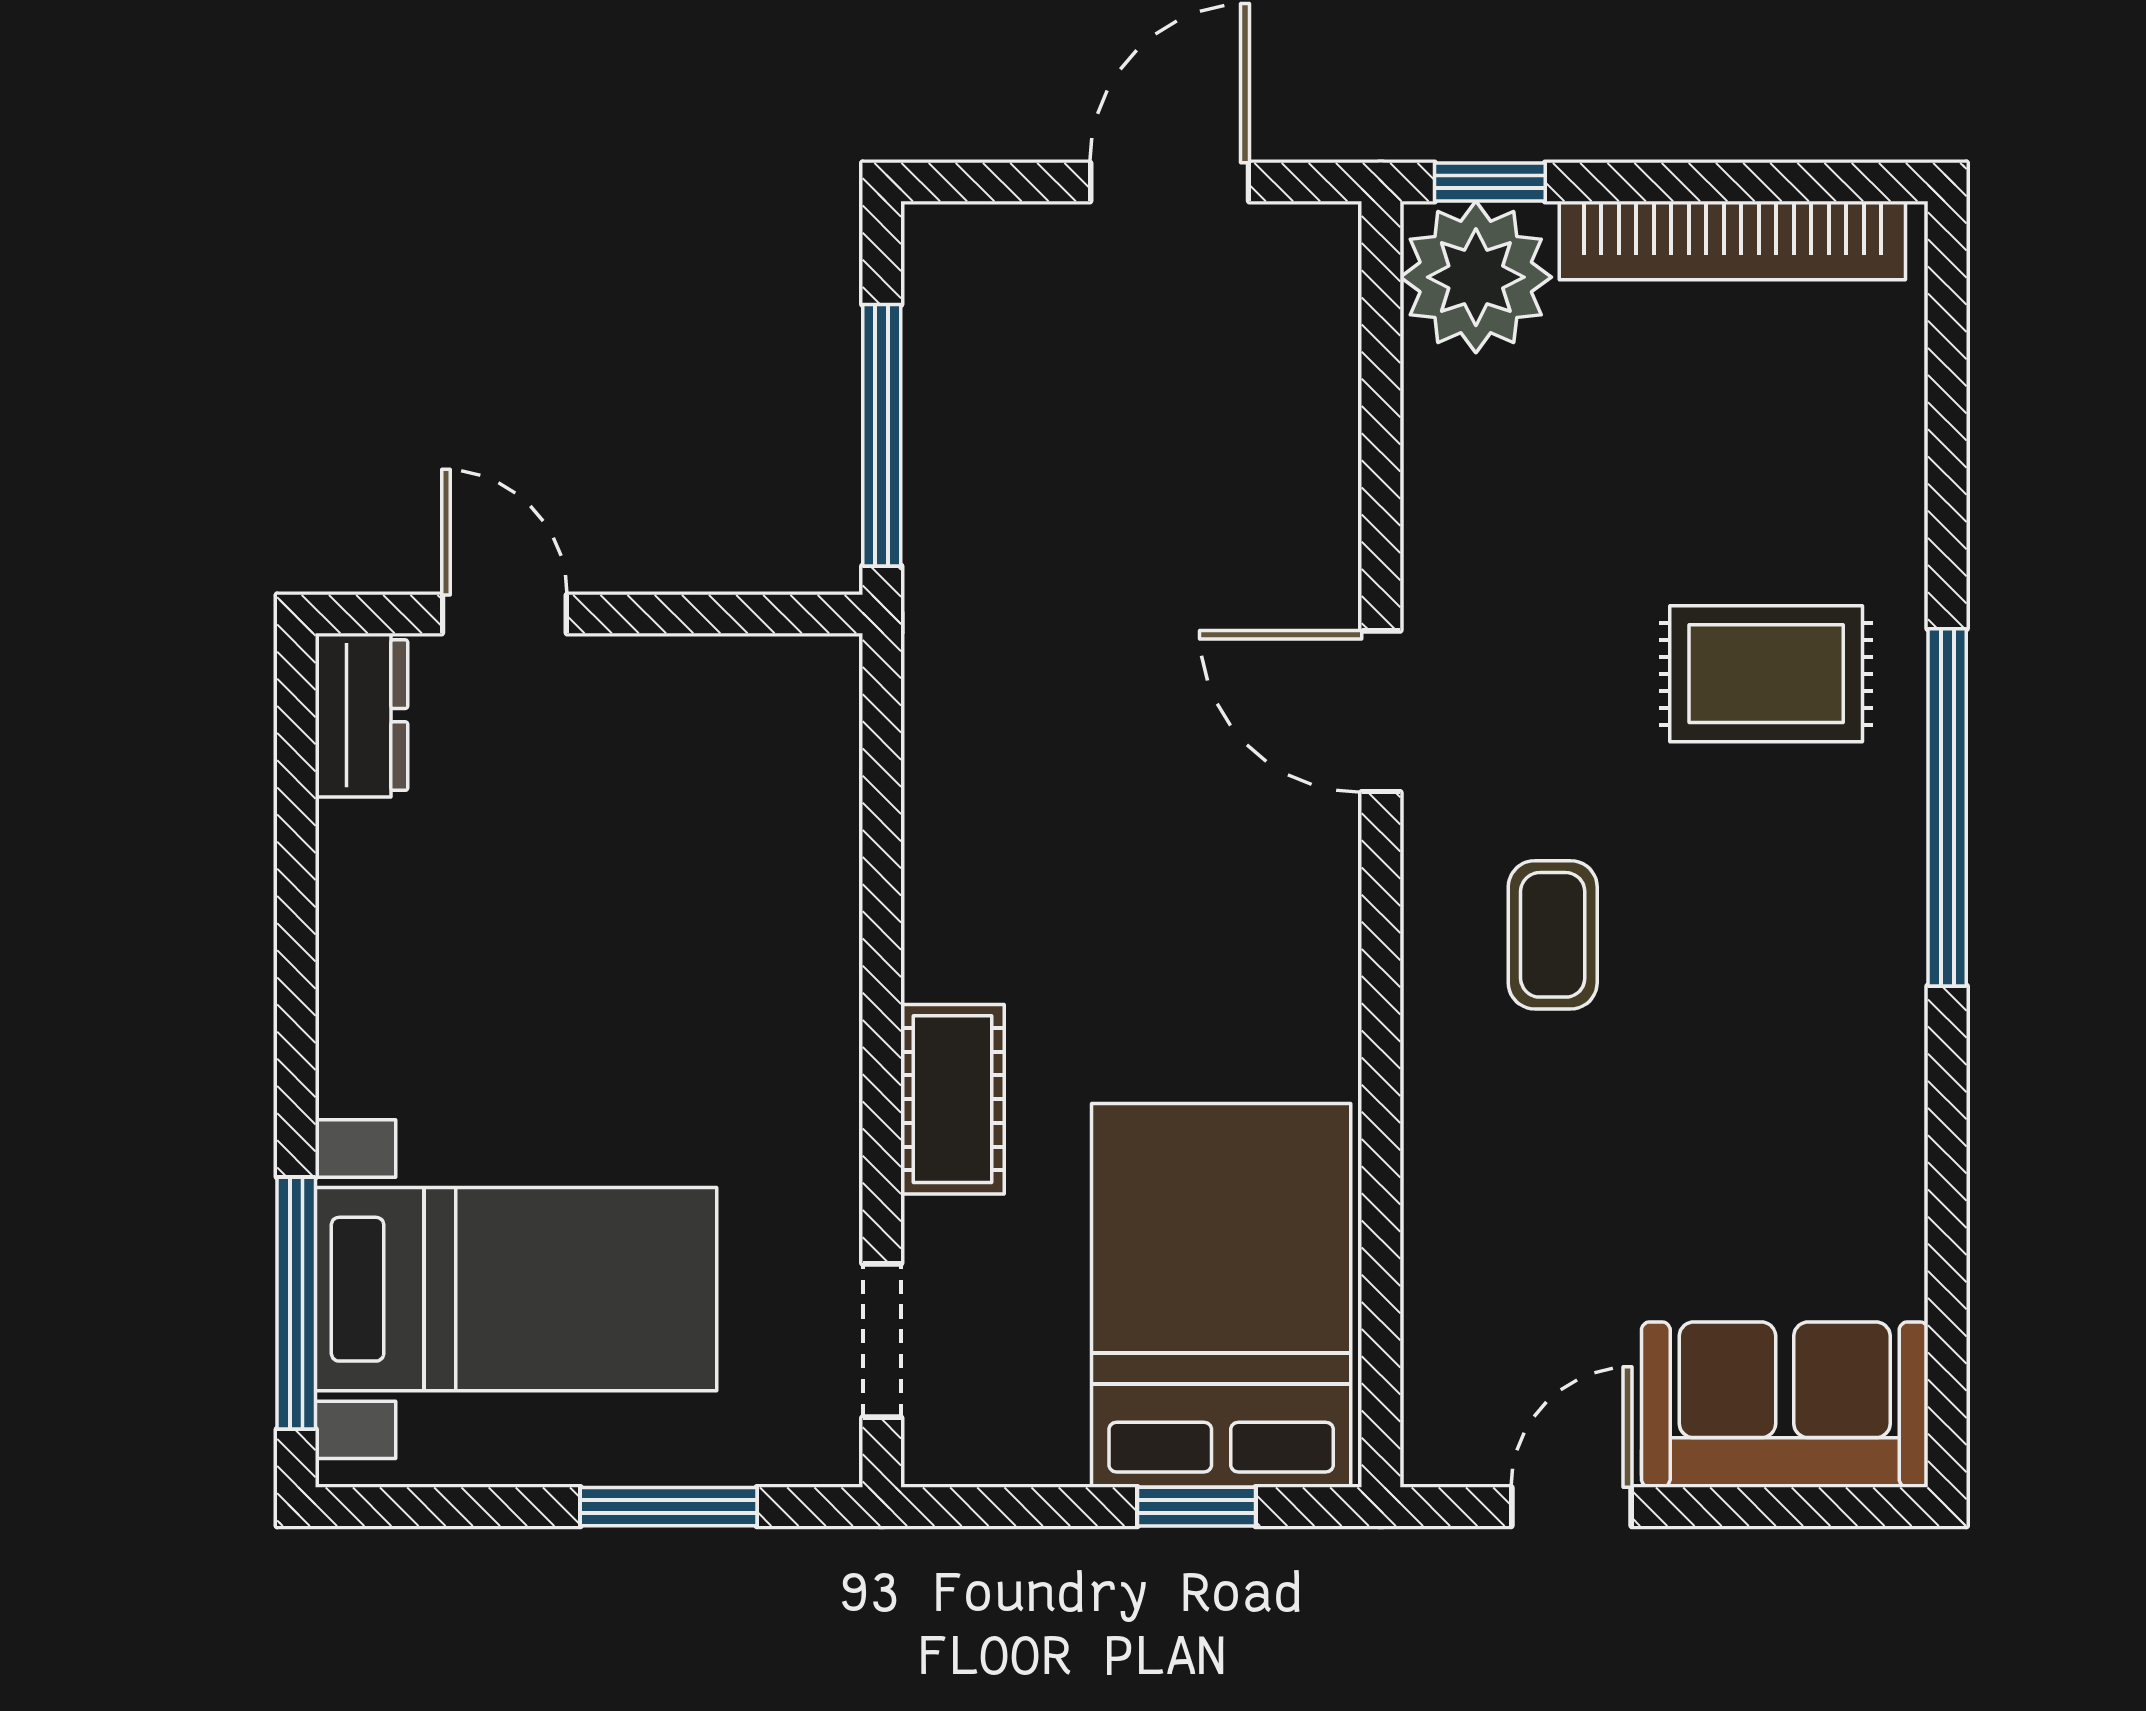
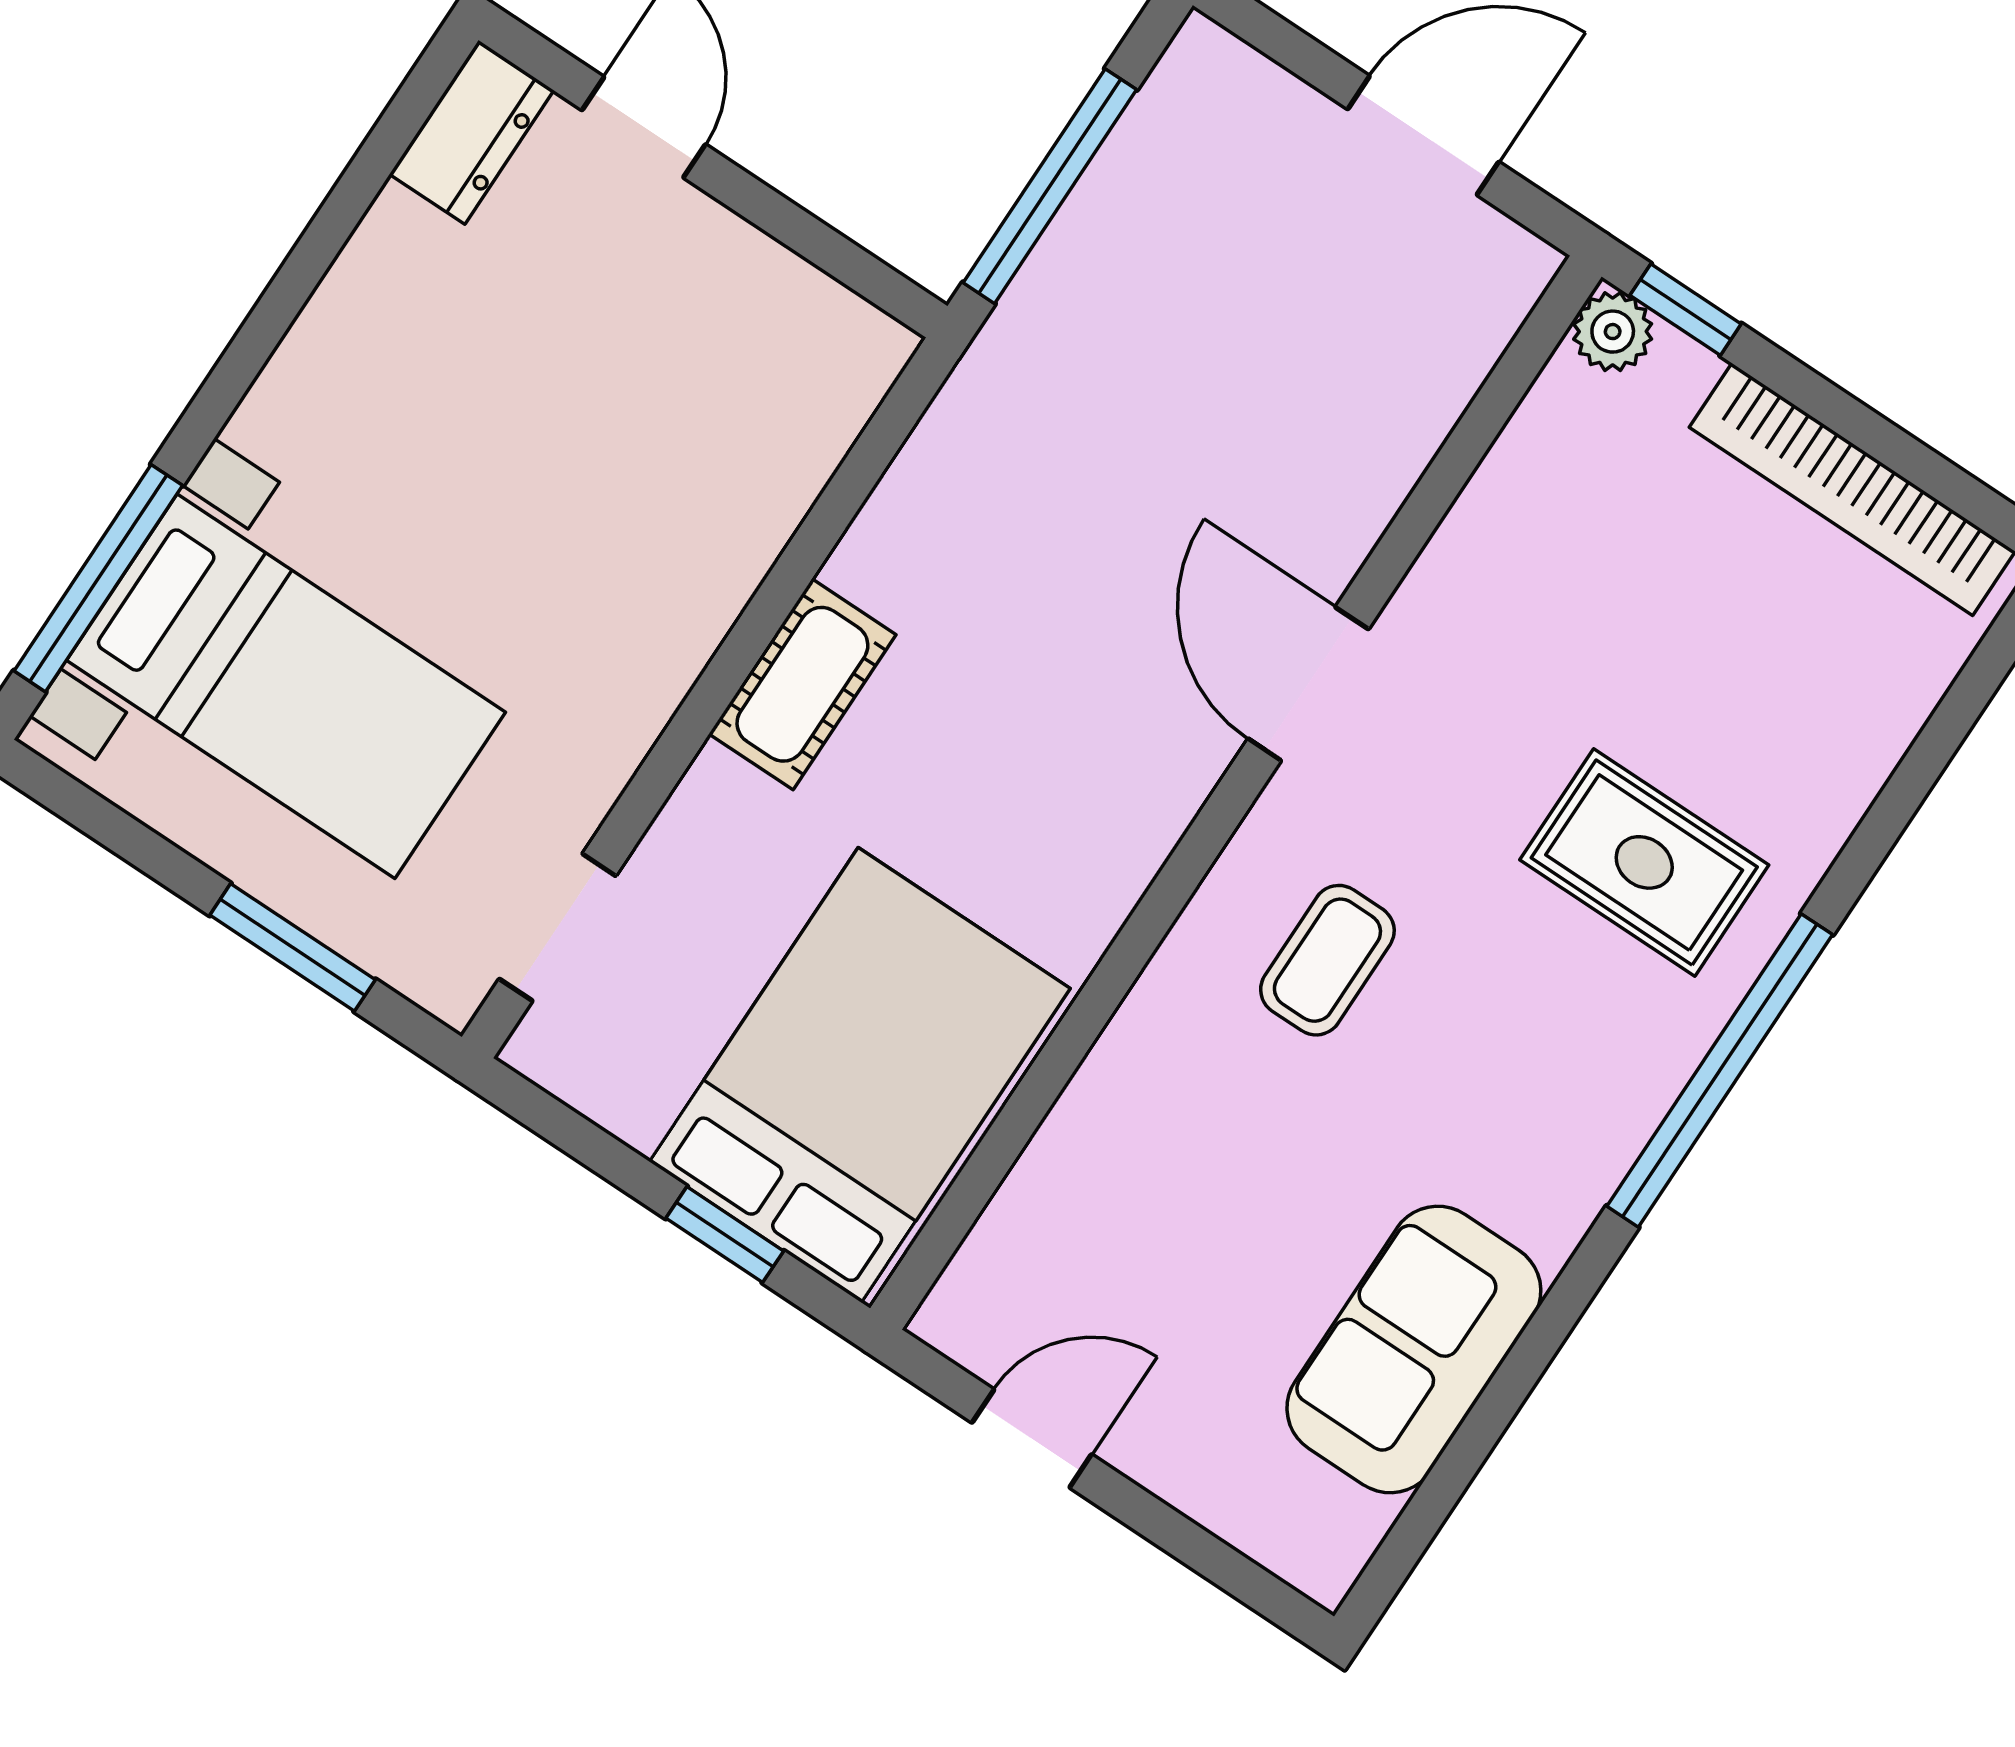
plant: (1476, 277) -> (1613, 332), width x0.53, depth x0.53
cot: (952, 1099) -> (802, 684), moved
sofa: (1785, 1405) -> (1414, 1349), moved, turned -90

